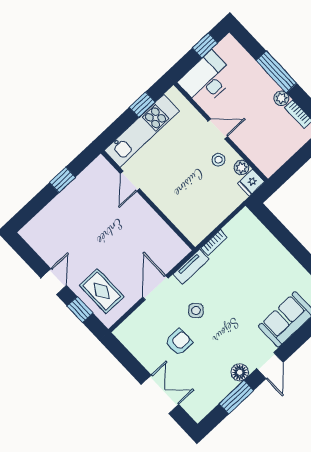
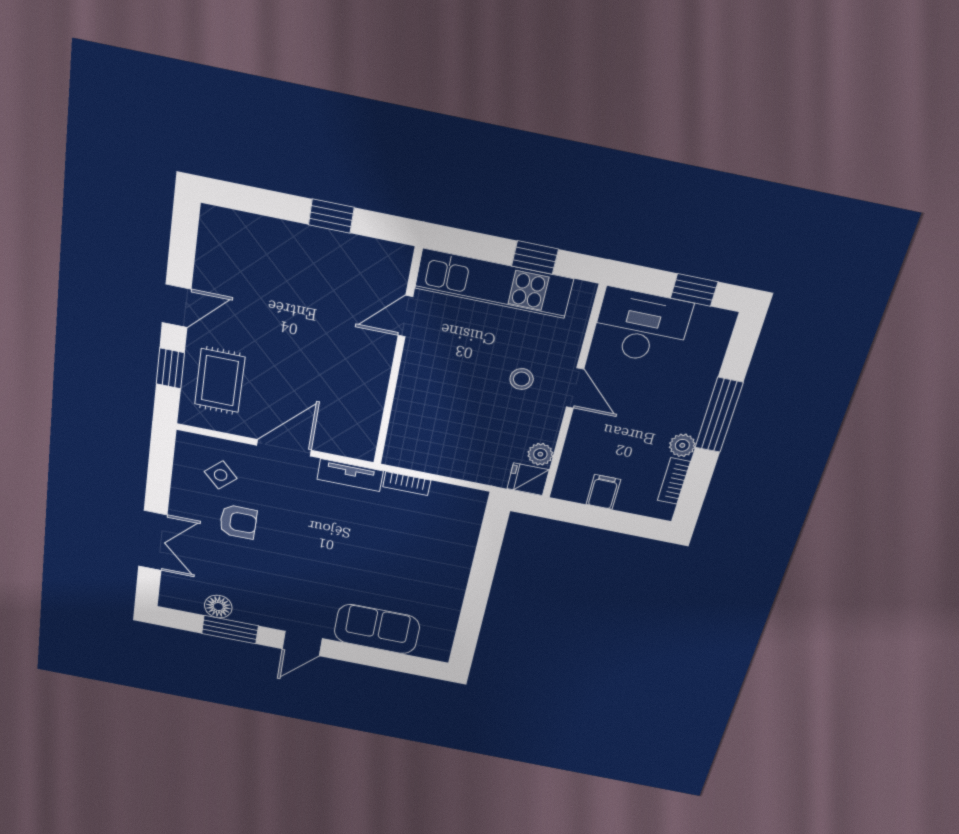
filing cabinet: (282, 151) -> (603, 492), added
stool: (219, 160) -> (522, 379), moved
side table: (196, 311) -> (221, 475), moved
floor lamp: (240, 372) -> (218, 607), moved

